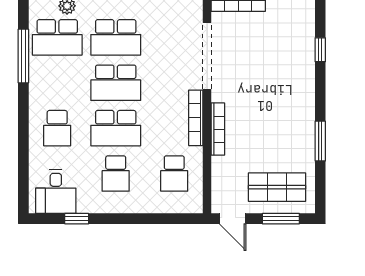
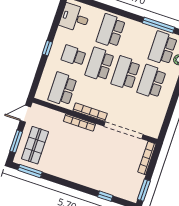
school desk: (57, 128) -> (111, 31), width x1.85
window: (320, 141) -> (30, 171), moved
school desk: (174, 174) -> (62, 89), width x1.85
window: (77, 219) -> (47, 48), moved

